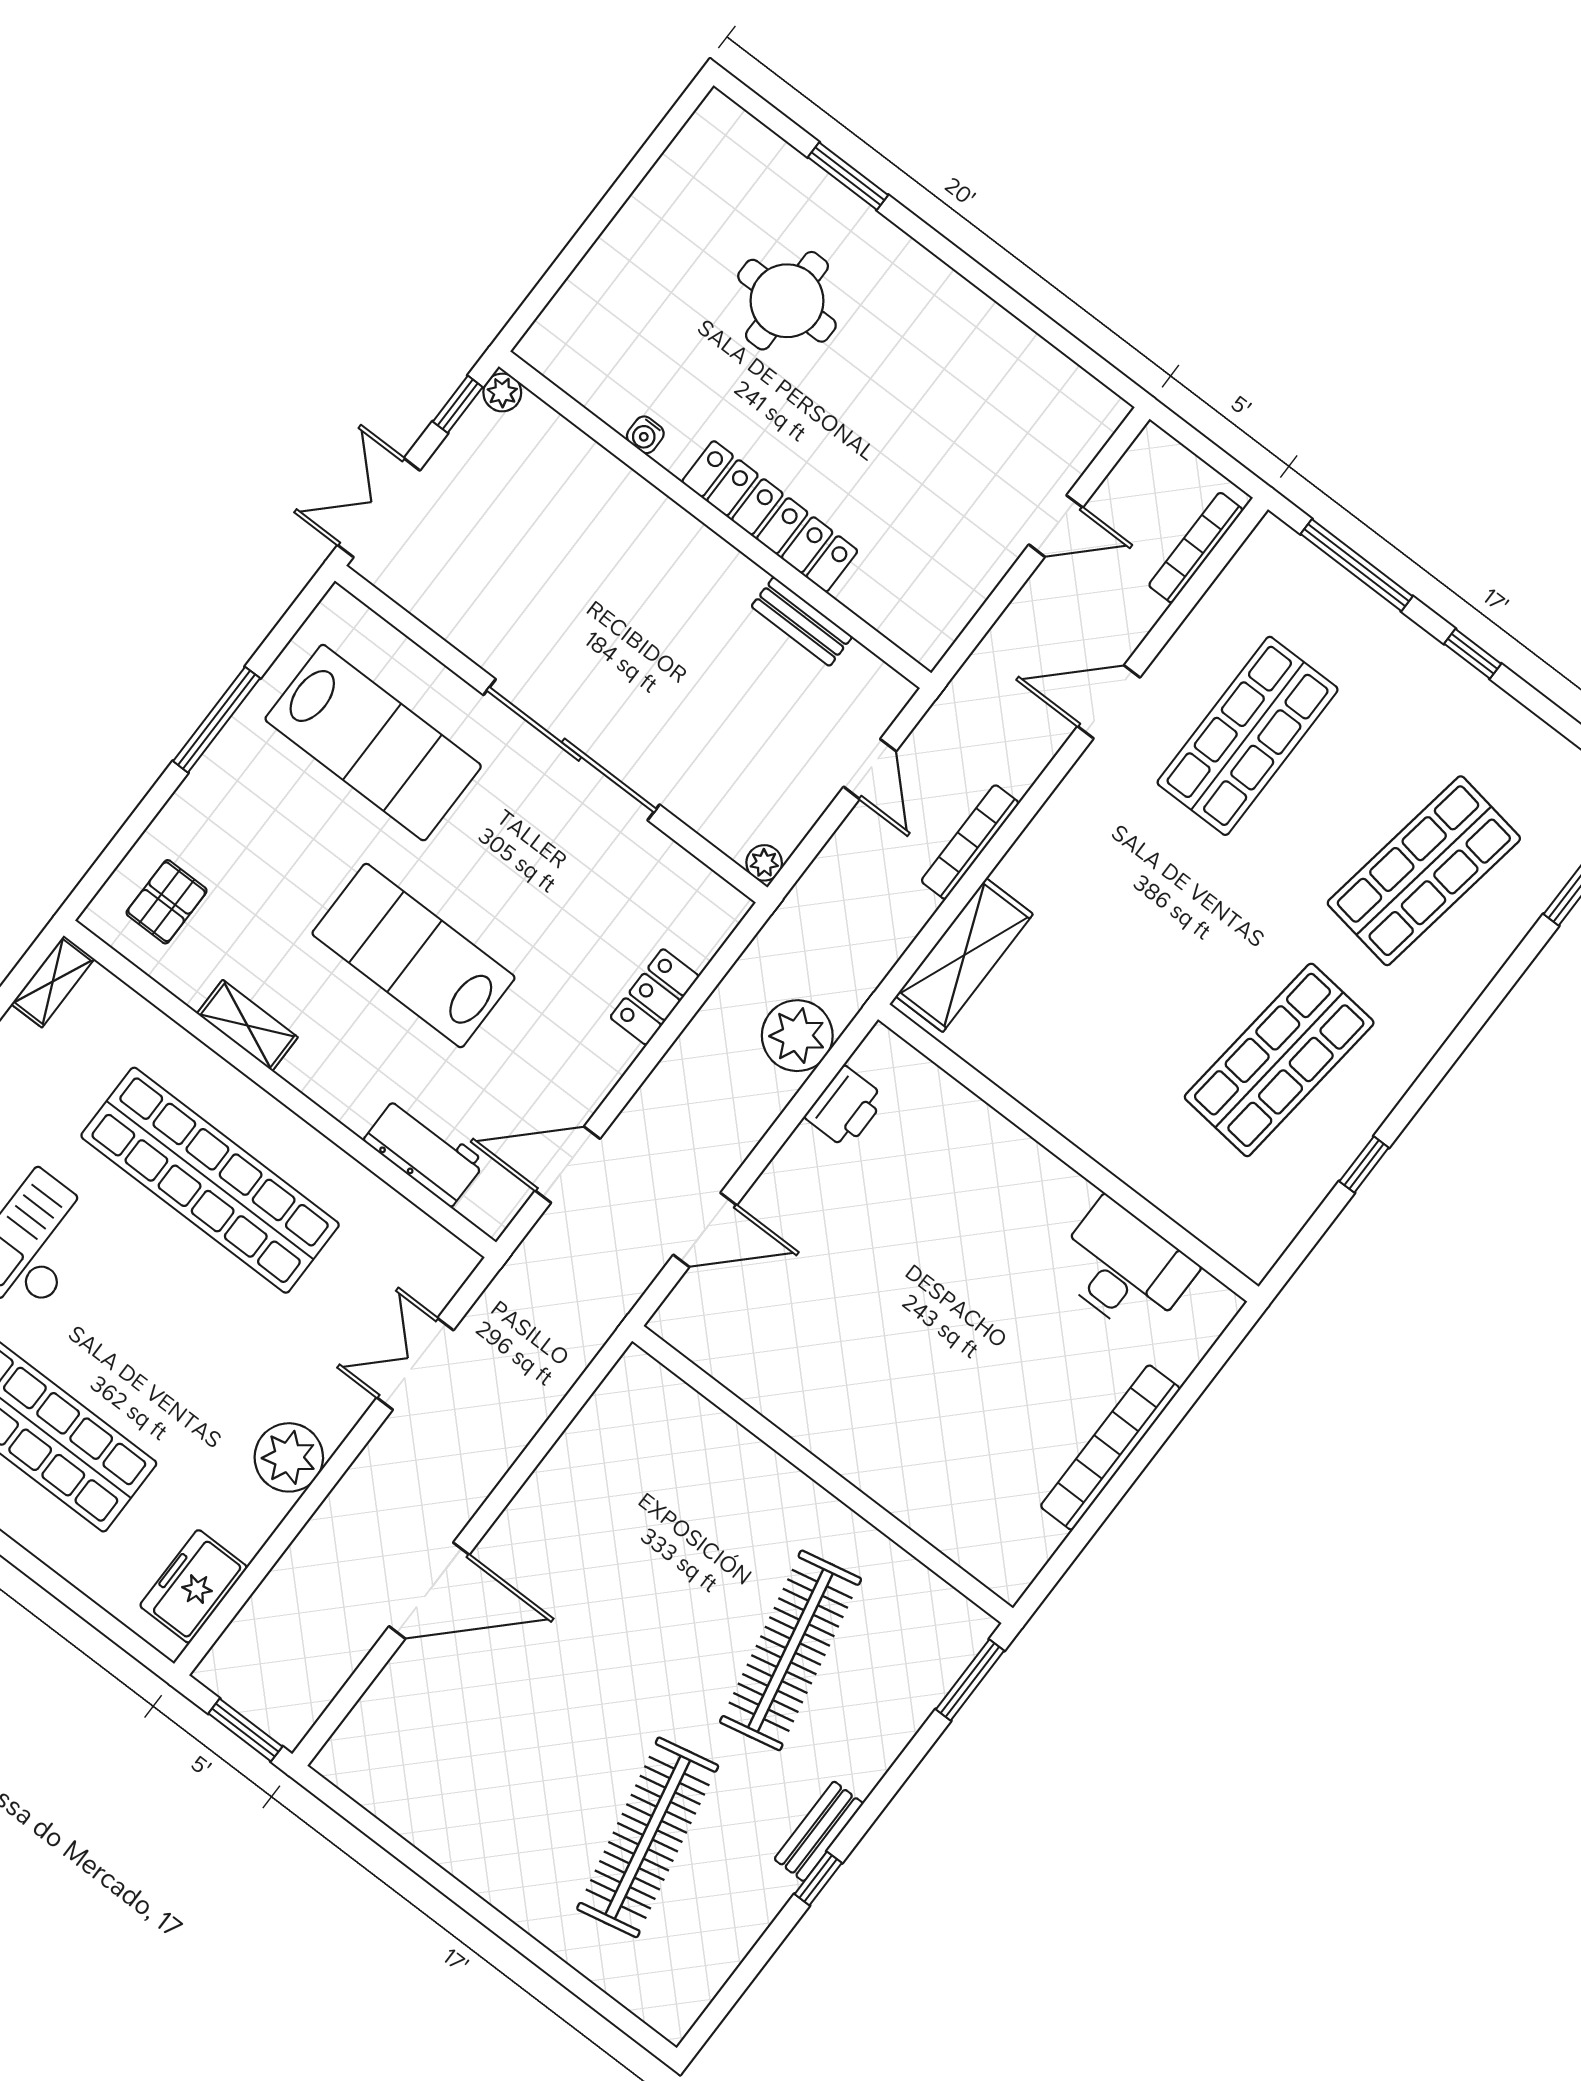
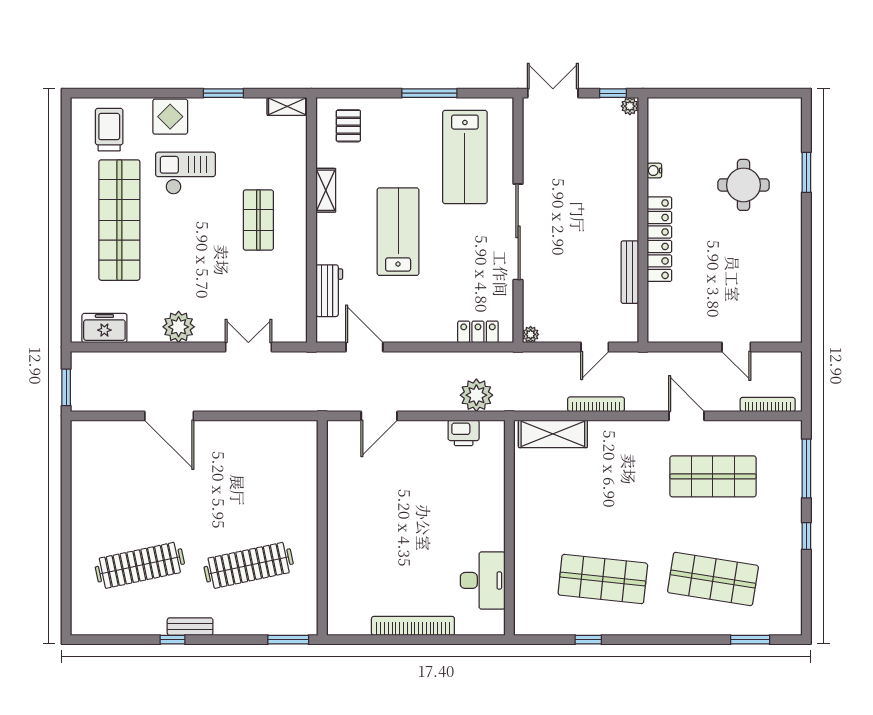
bench: (802, 622) -> (630, 272), width x1.36
pallet: (167, 902) -> (348, 126), turned 90
locker: (655, 997) -> (478, 332), moved
shop shelf: (210, 1180) -> (258, 220), width x0.50, depth x0.74
door: (705, 1230) -> (379, 416), hinge flipped

